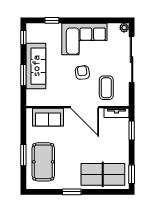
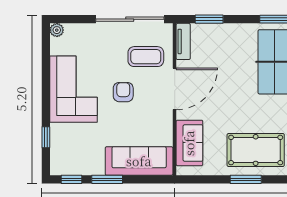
sliding door: (132, 60) -> (130, 19), moved
sofa: (36, 66) -> (139, 161), moved
armchair: (82, 73) -> (123, 92), turned 97
window: (23, 75) -> (107, 179), moved

